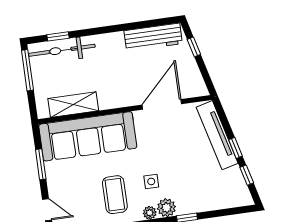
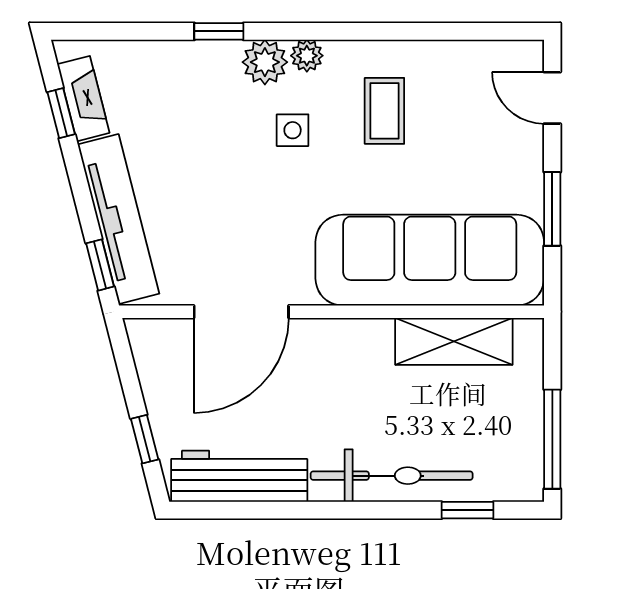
bicycle: (62, 50) -> (392, 476), moved
window: (236, 148) -> (100, 265), moved
fireplace: (238, 182) -> (83, 99), added
coffee table: (115, 195) -> (384, 111), width x0.73, depth x0.77

